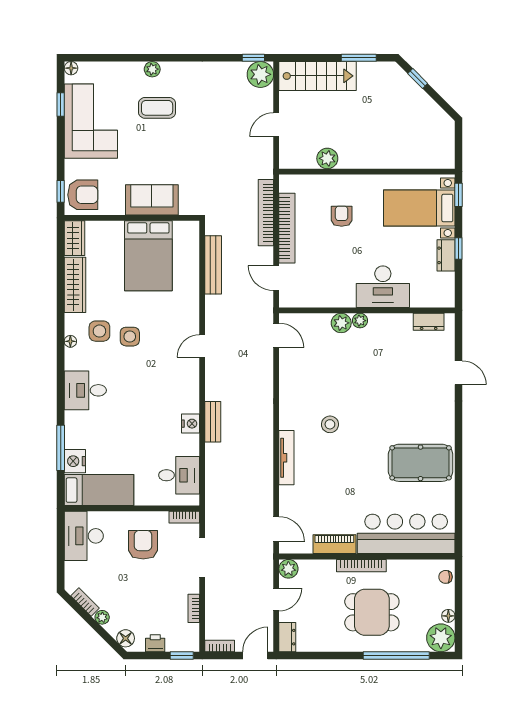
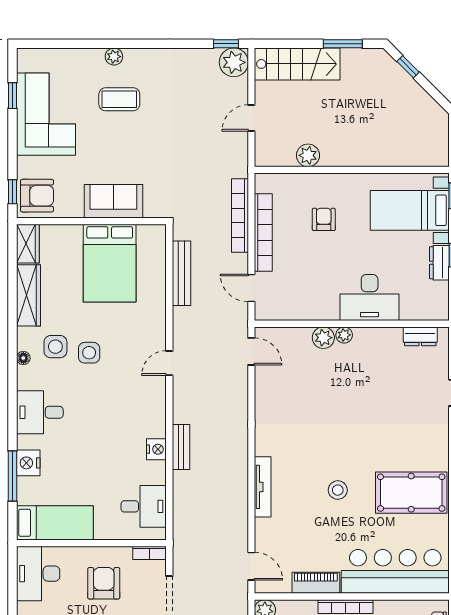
floor lamp: (71, 68) -> (24, 55), removed
stool: (330, 424) -> (338, 490), moved
nightstand: (75, 461) -> (28, 463), moved

